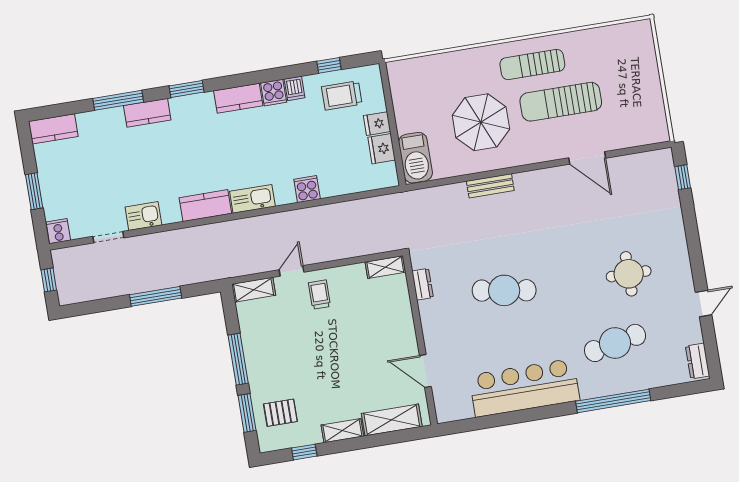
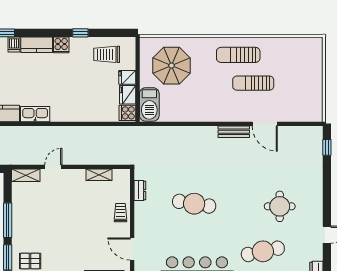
window: (329, 65) -> (80, 33), moved
dishwasher: (295, 88) -> (14, 45), moved
sun lounger: (561, 102) -> (253, 83), width x0.73, depth x0.75
parasol: (481, 122) -> (171, 66), moved
bench: (490, 186) -> (234, 132), moved
cooker: (307, 189) -> (127, 113), moved, turned -90
shelving: (385, 267) -> (99, 175), moved
trolley: (319, 295) -> (120, 213), moved

